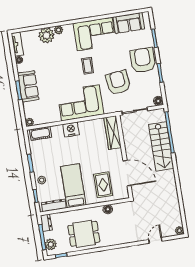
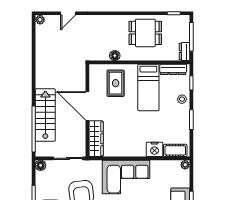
nightstand: (71, 129) -> (155, 149), moved
door: (127, 173) -> (87, 106), moved
plant: (51, 244) -> (183, 27), removed

